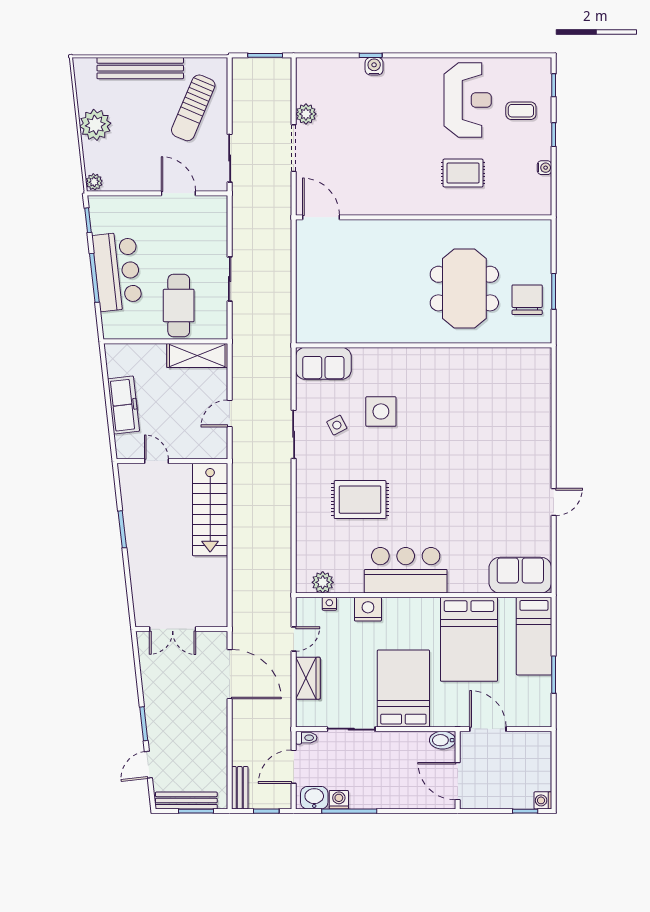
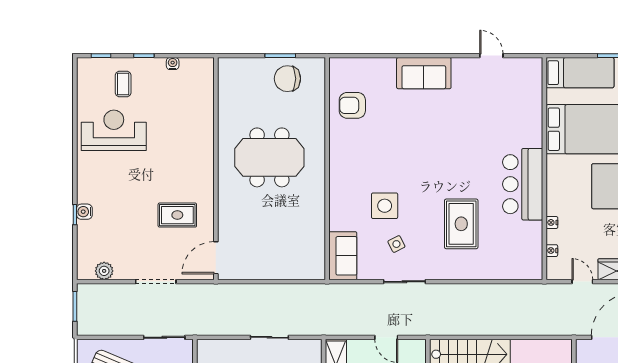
plant: (306, 114) -> (104, 271), moved
rug: (463, 173) -> (177, 215), moved, turned 90
meeting table: (464, 289) -> (269, 157), moved
armchair: (496, 374) -> (352, 105), added
door: (554, 502) -> (491, 56), moved
sofa: (520, 575) -> (424, 73), moved, turned -90
plant: (323, 582) -> (533, 256), removed
nightstand: (368, 609) -> (552, 222), width x0.53, depth x0.56

